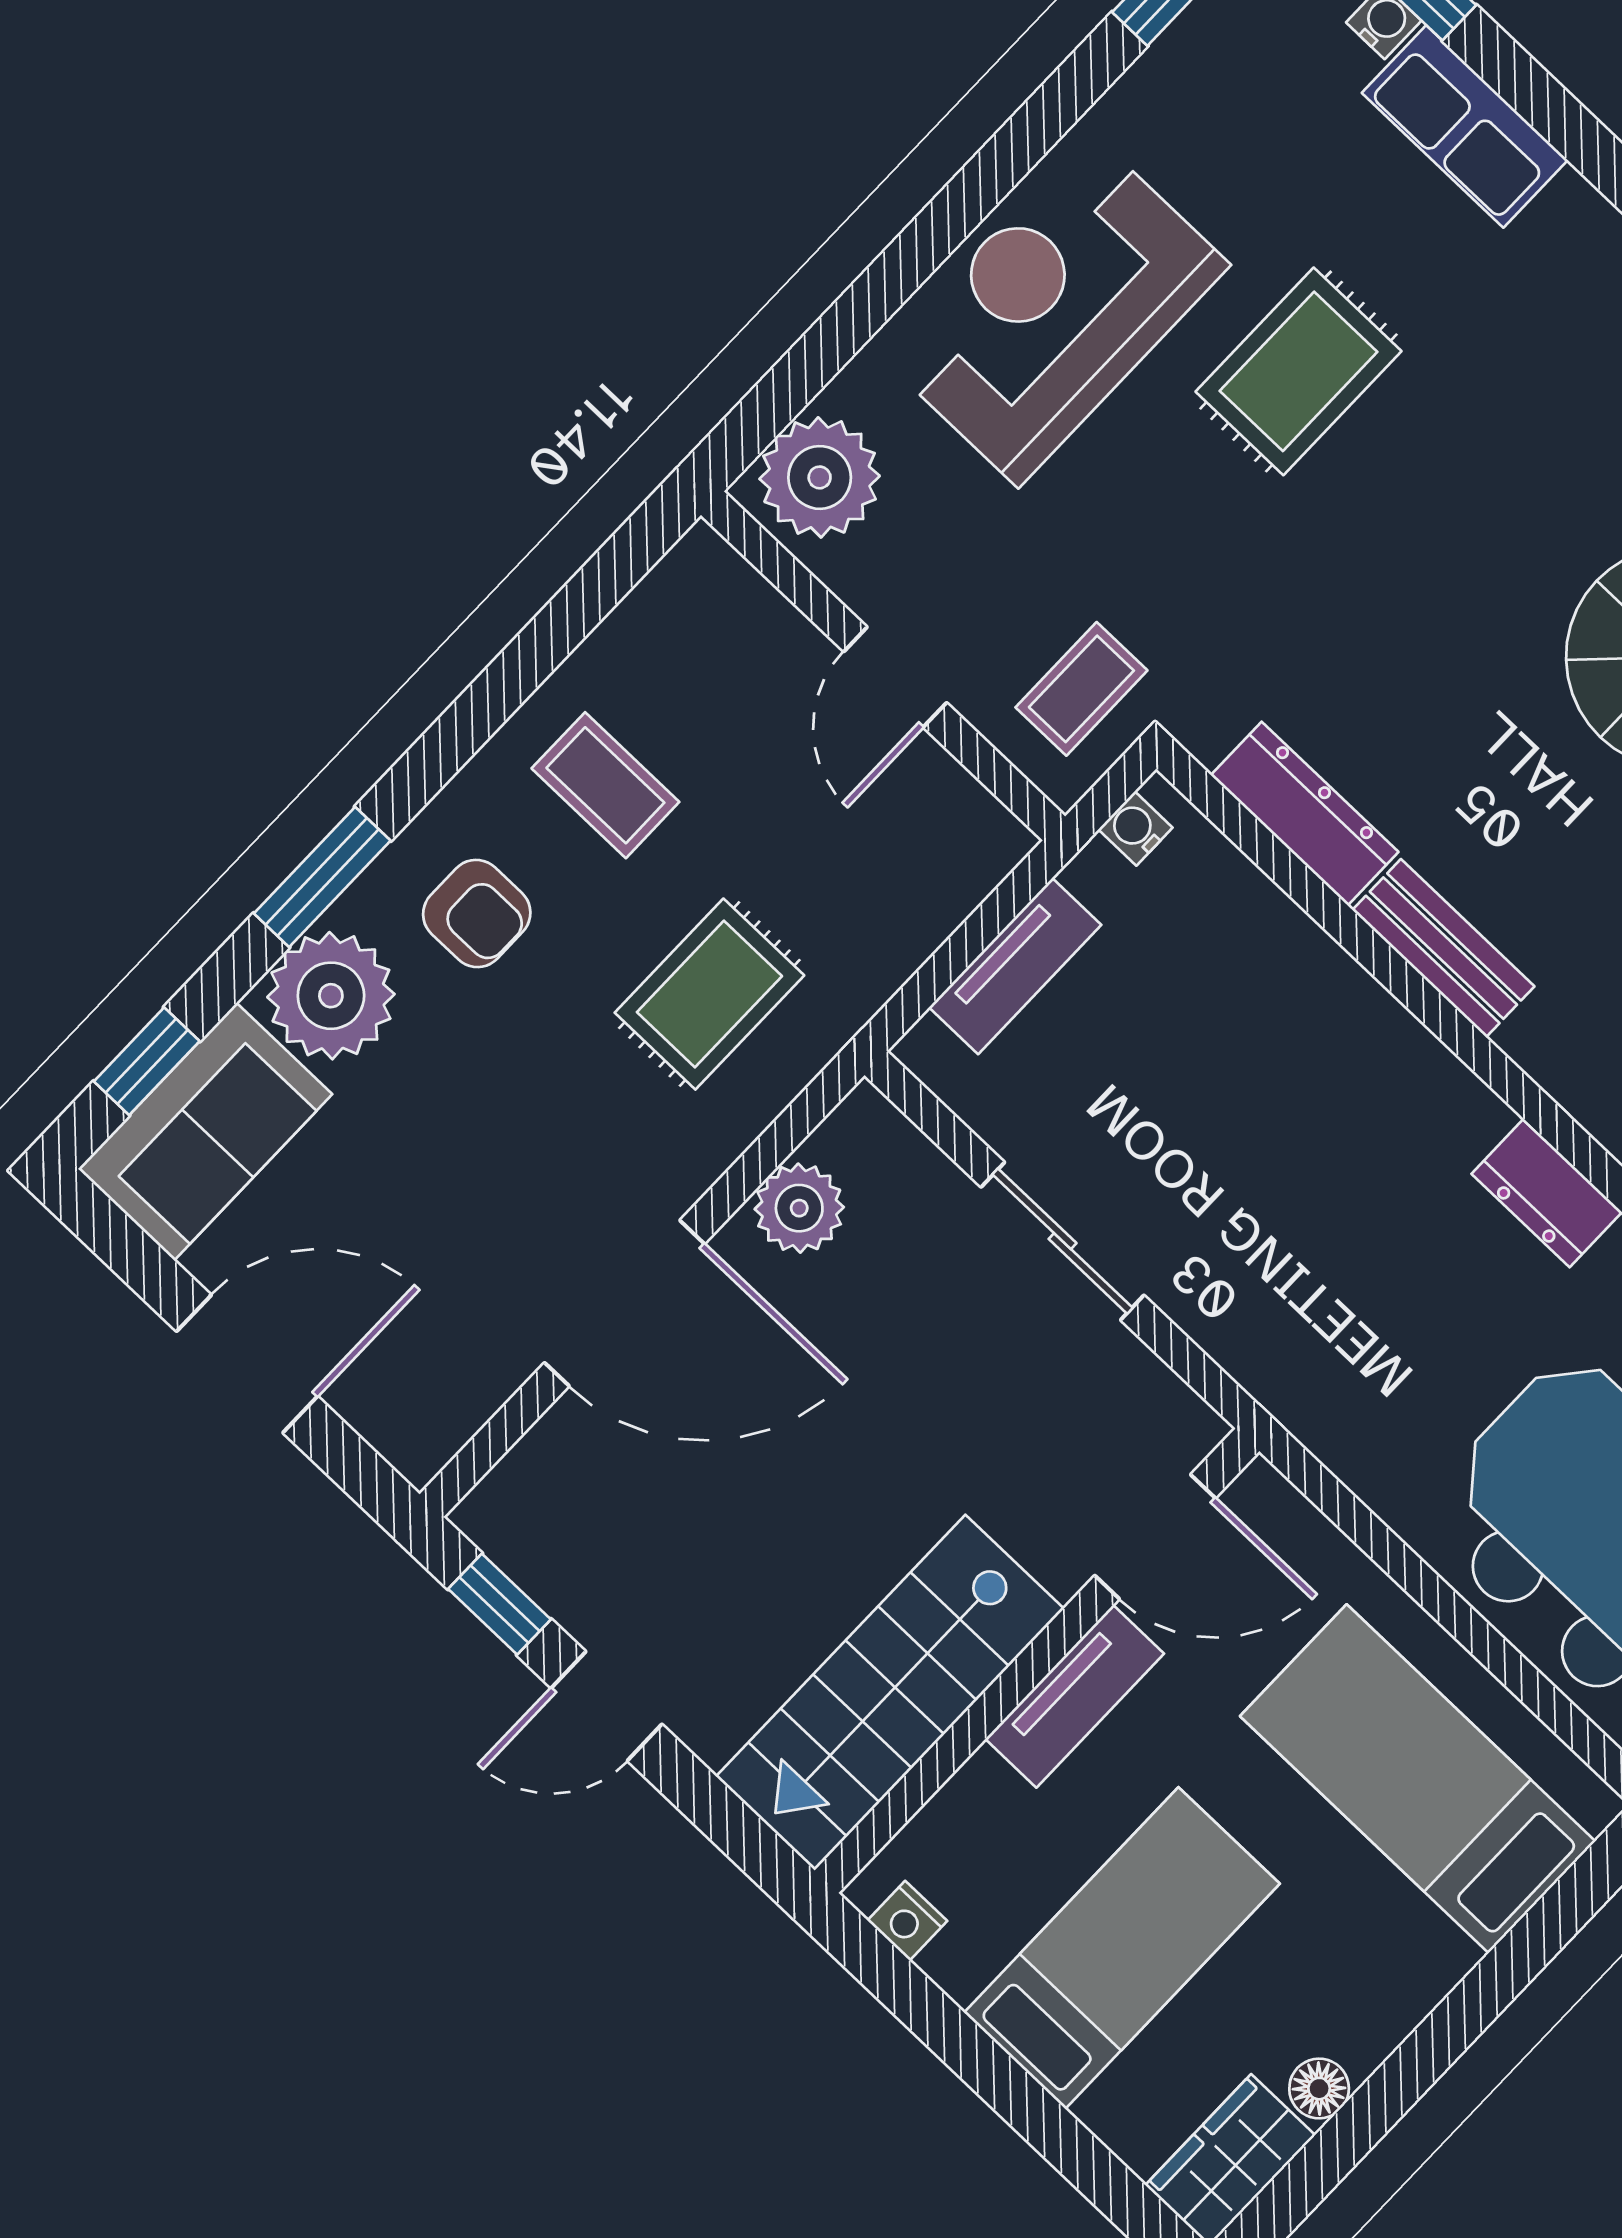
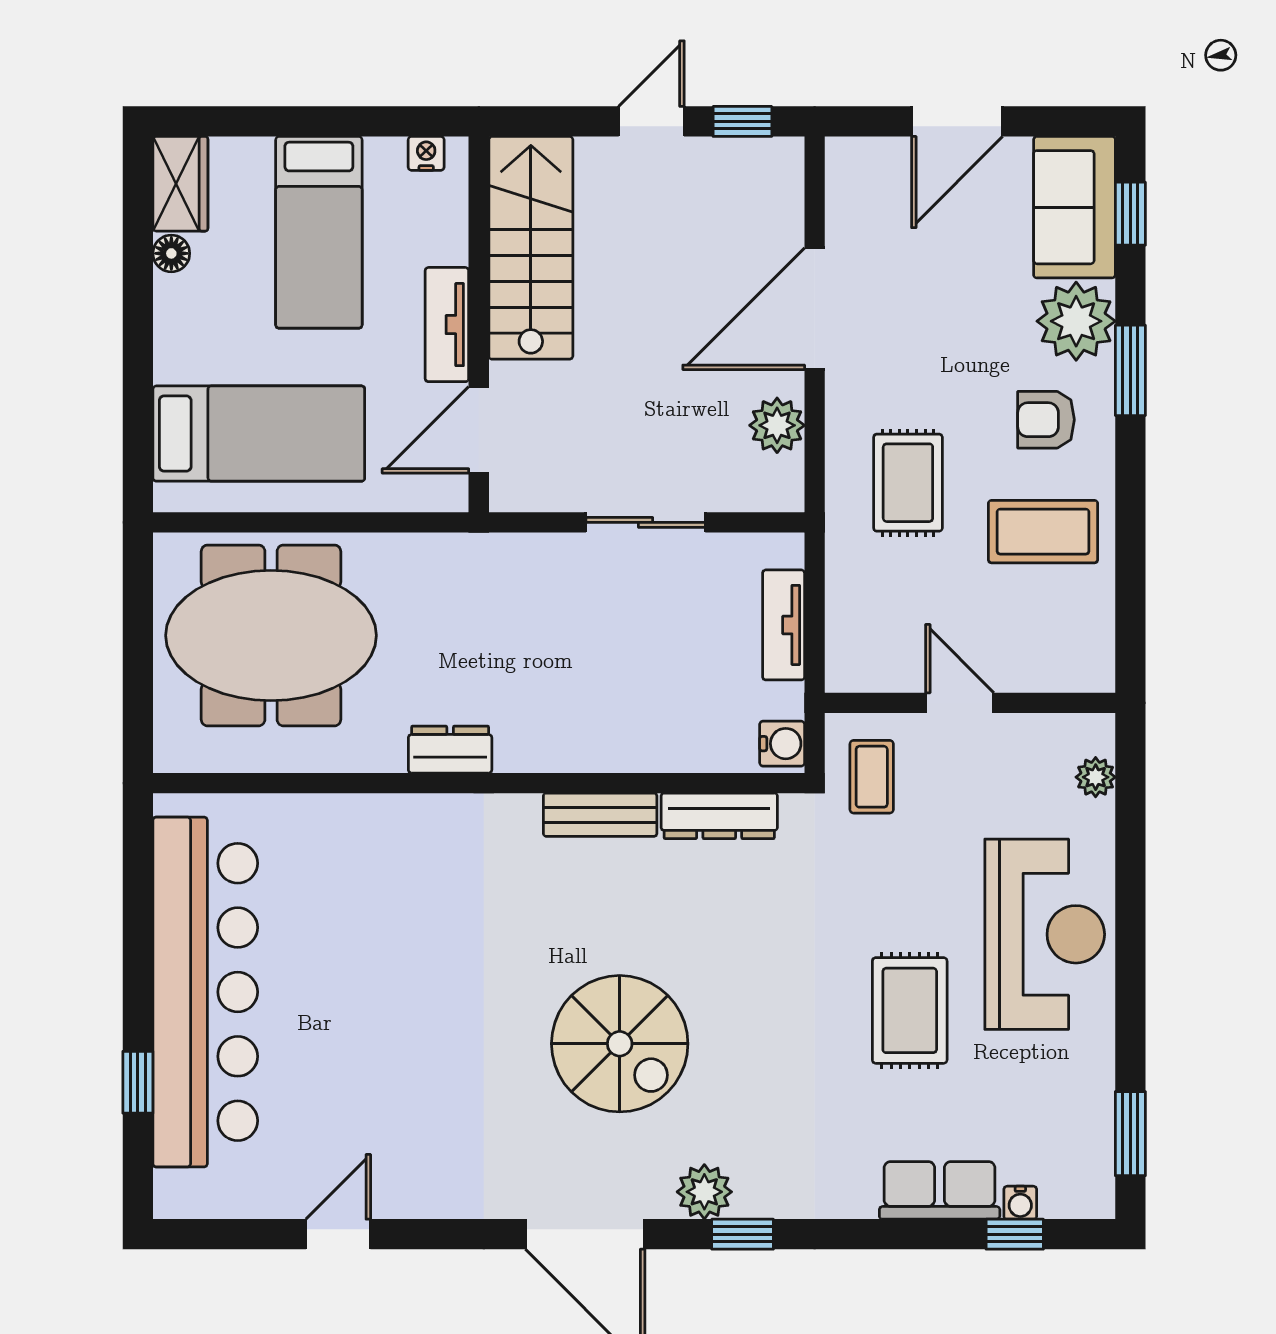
plant: (820, 477) -> (1096, 777), width x0.53, depth x0.53
coffee table: (605, 785) -> (1043, 532), width x1.36, depth x1.30
water cooler: (1135, 828) -> (782, 744), width x1.38, depth x1.38

